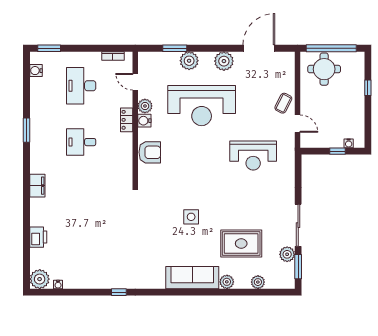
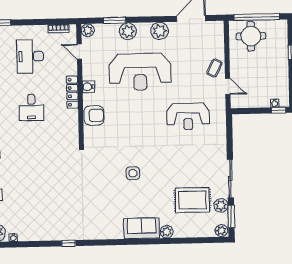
plant: (145, 106) -> (88, 30), moved
locker: (127, 120) -> (72, 92), width x1.53
desk: (81, 142) -> (31, 108), turned -90
window: (338, 151) -> (279, 110), moved
rug: (241, 244) -> (192, 200), moved
sofa: (192, 278) -> (142, 228), width x0.73
plant: (258, 282) -> (221, 231), moved

